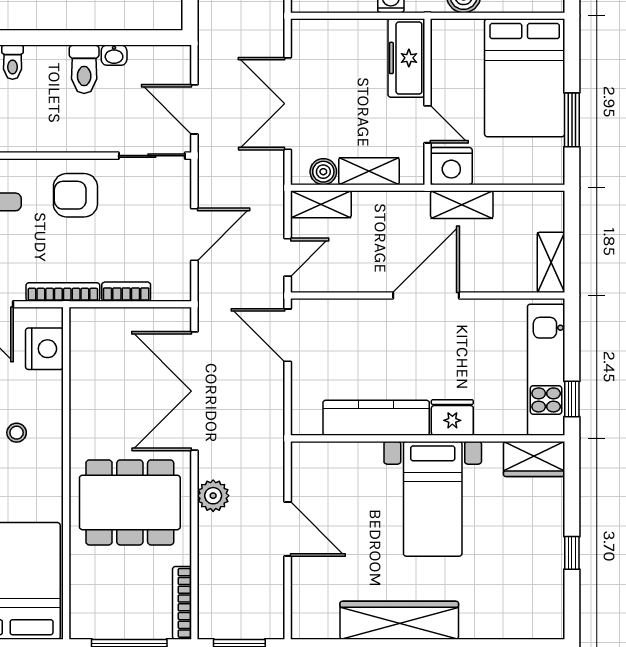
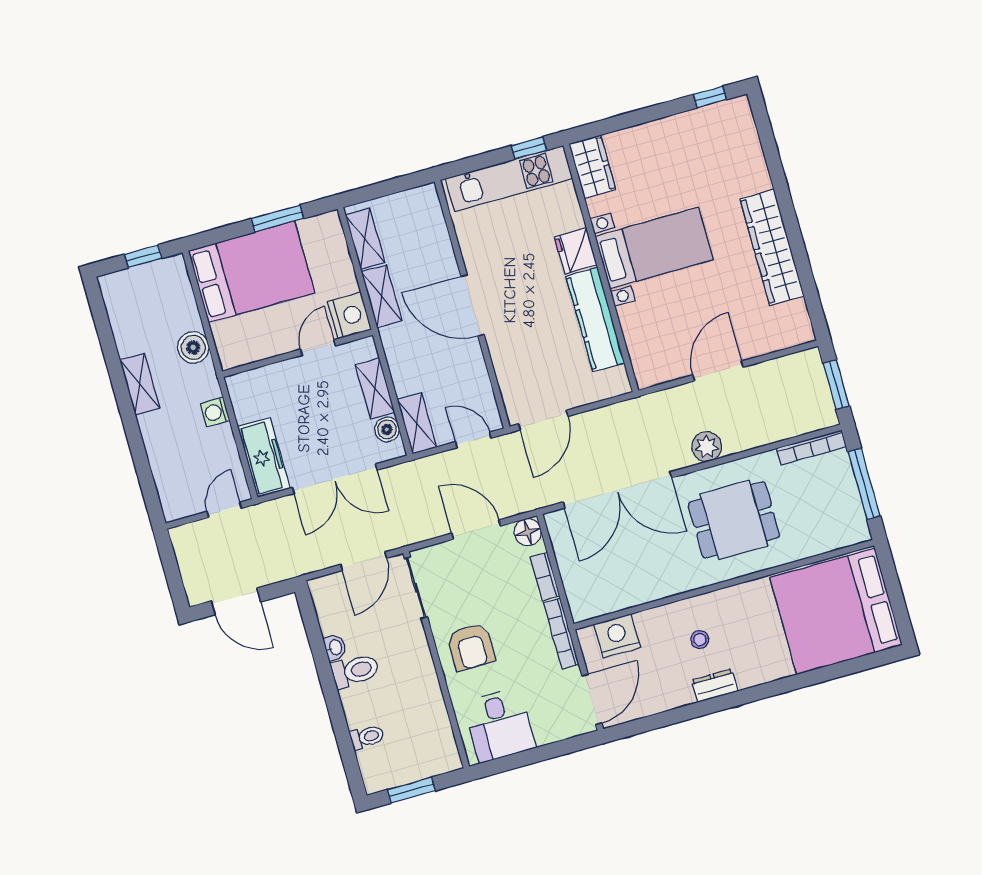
freezer: (406, 58) -> (264, 458), moved, turned -90
shelving: (551, 262) -> (365, 239), moved, turned 90
floor lamp: (177, 287) -> (528, 532), added
dining table: (130, 502) -> (734, 520), width x0.73
window: (572, 553) -> (710, 97), moved

